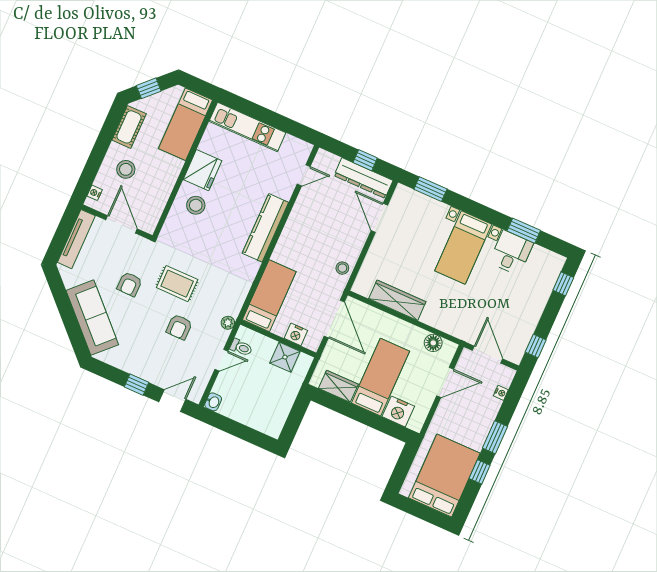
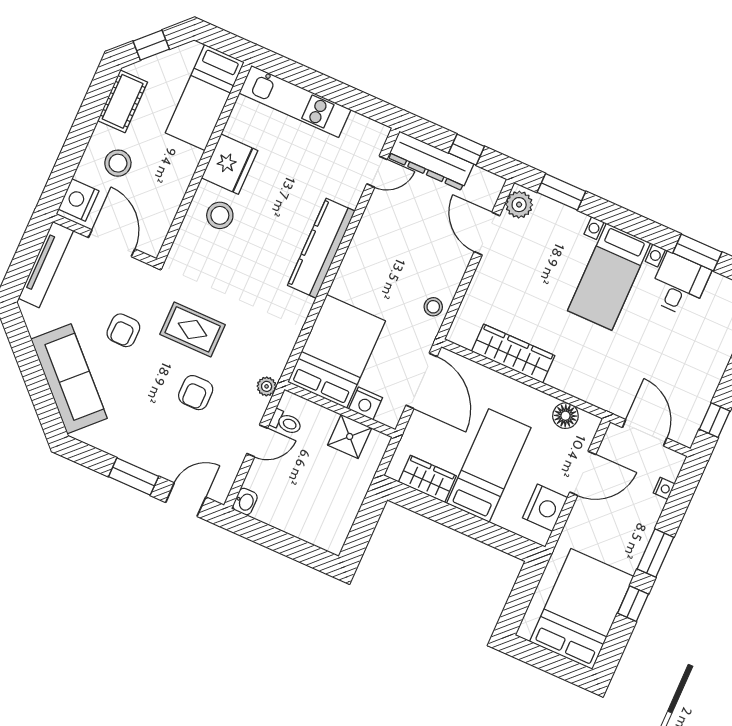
dresser: (363, 178) -> (431, 161), moved
nightstand: (95, 193) -> (79, 200), width x1.89, depth x1.79
plant: (401, 198) -> (519, 205), added
bed: (269, 296) -> (337, 351), width x1.50
window: (137, 385) -> (134, 477), width x1.50
nightstand: (398, 411) -> (545, 508), moved, turned -90

